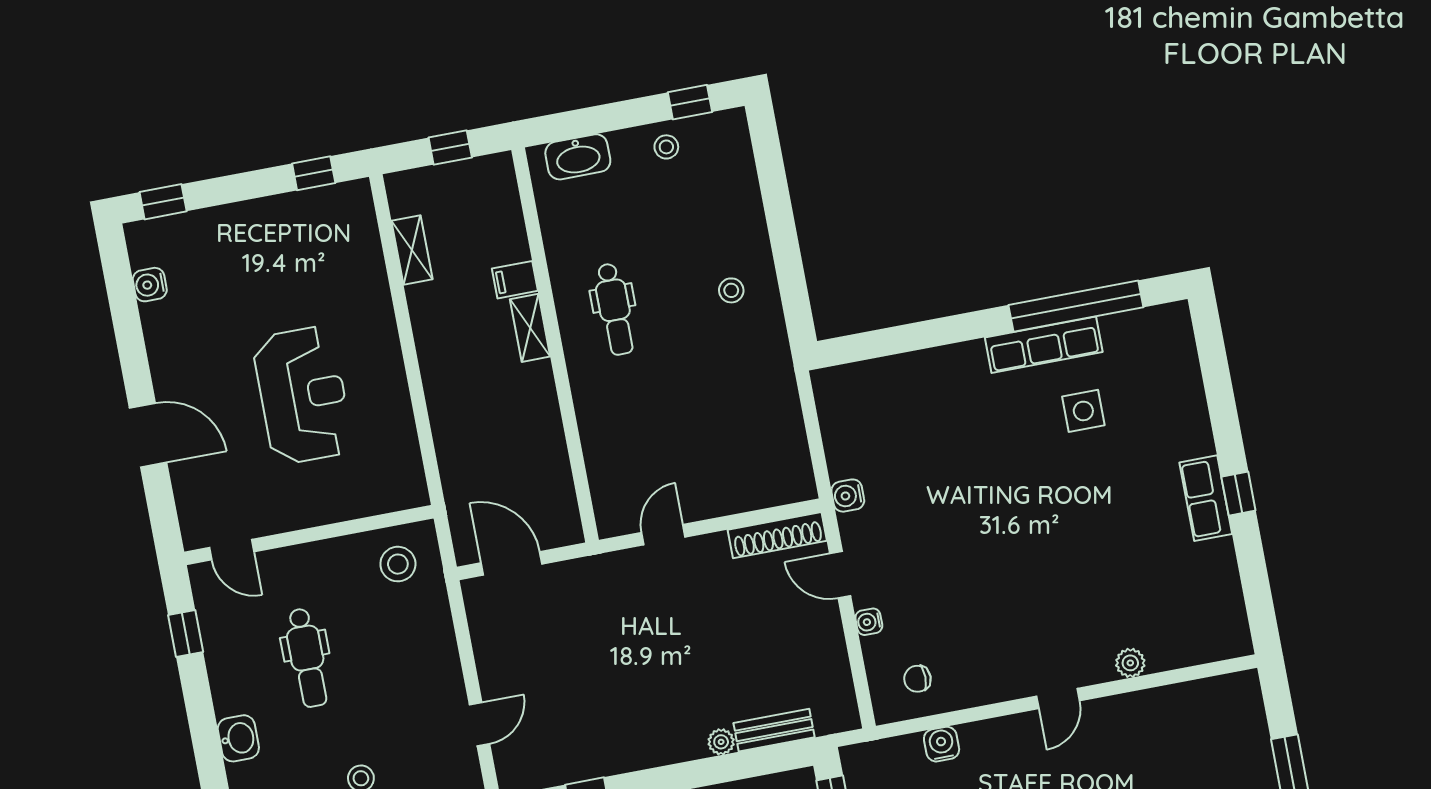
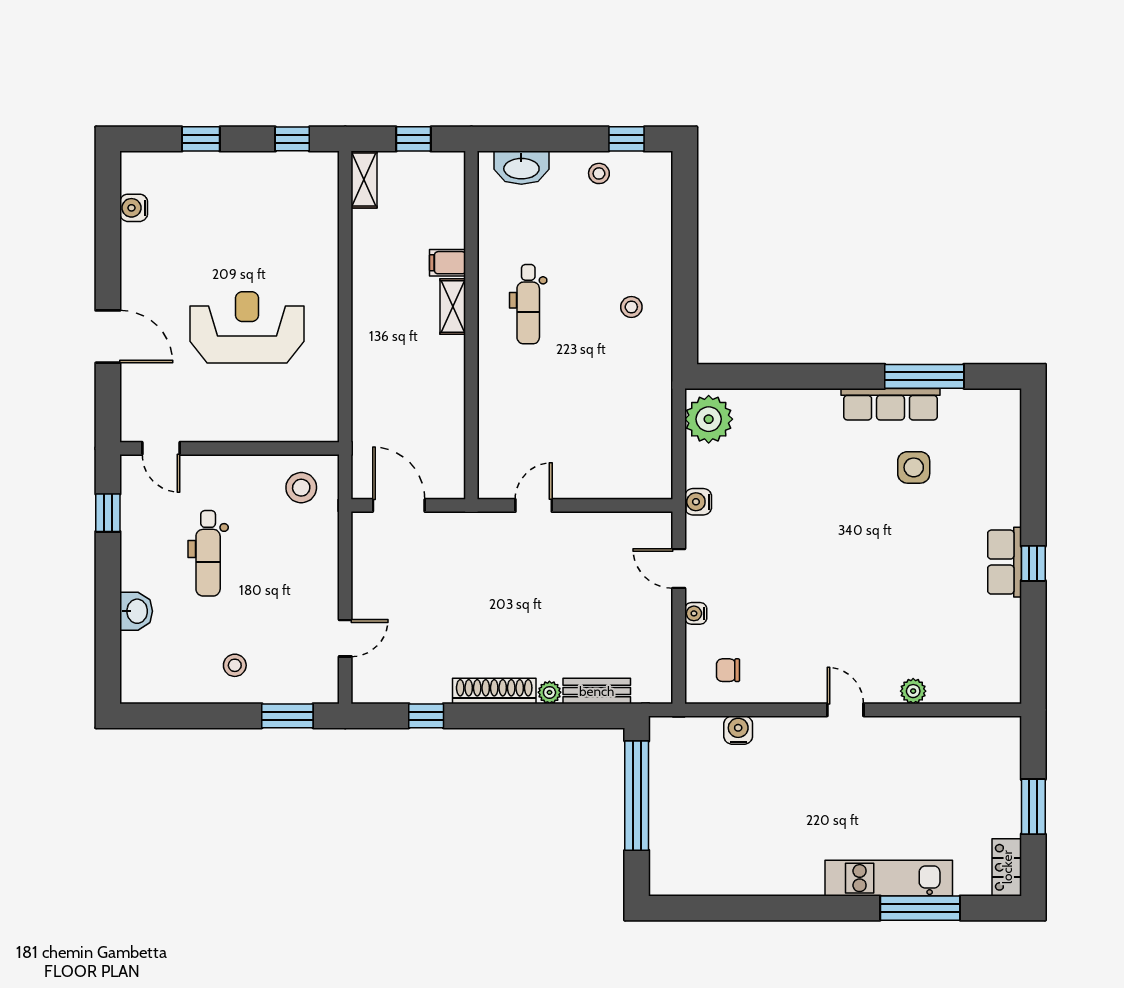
window: (163, 202) -> (201, 139), moved
shelving: (412, 250) -> (364, 180), moved
window: (1076, 306) -> (924, 376), width x0.68
reception desk: (303, 395) -> (247, 327), turned -90
plant: (842, 400) -> (709, 419), added
shoe rack: (777, 535) -> (494, 691), moved, turned 180
door: (1058, 698) -> (845, 710), swing flipped

